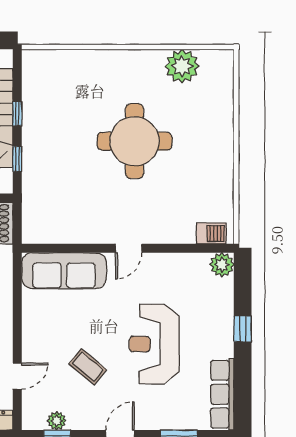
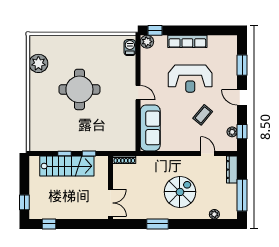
window: (243, 329) -> (155, 30), moved
row of seats: (222, 394) -> (187, 41), moved

